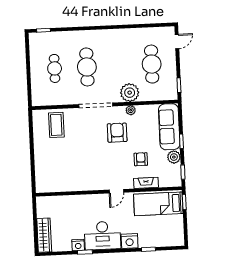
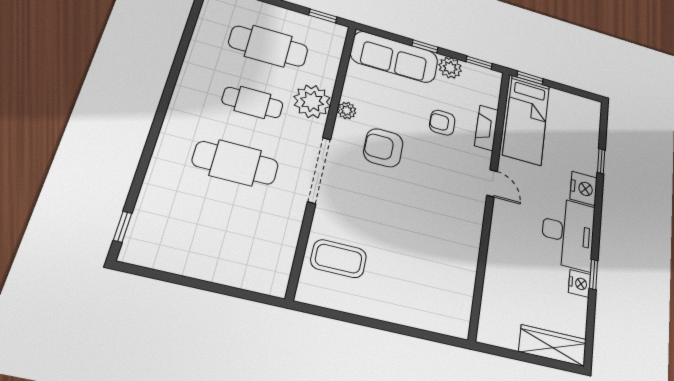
cafe table: (55, 68) -> (253, 102), moved

